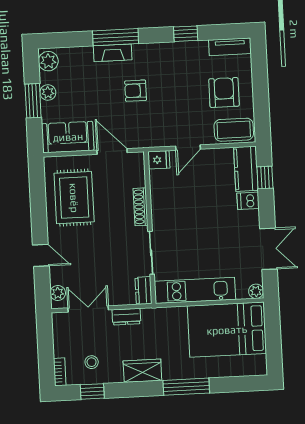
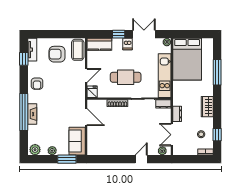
window: (186, 34) -> (24, 59), moved
window: (116, 37) -> (24, 112), width x1.46
armchair: (136, 91) -> (37, 84), moved
window: (33, 101) -> (67, 159), moved
door: (188, 148) -> (86, 75), hinge flipped
door: (112, 151) -> (86, 117), swing flipped
window: (265, 177) -> (119, 34), moved
rug: (74, 198) -> (110, 139), removed
dishwasher: (248, 201) -> (128, 44), moved
cafe table: (188, 219) -> (126, 77), added
window: (186, 387) -> (217, 72), moved

